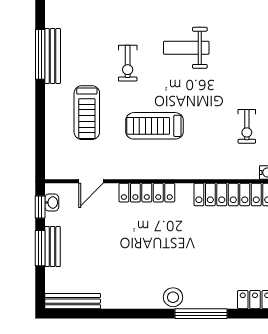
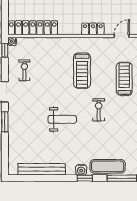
treadmill: (154, 126) -> (82, 71), turned 90
locker: (147, 193) -> (93, 29), width x0.66

